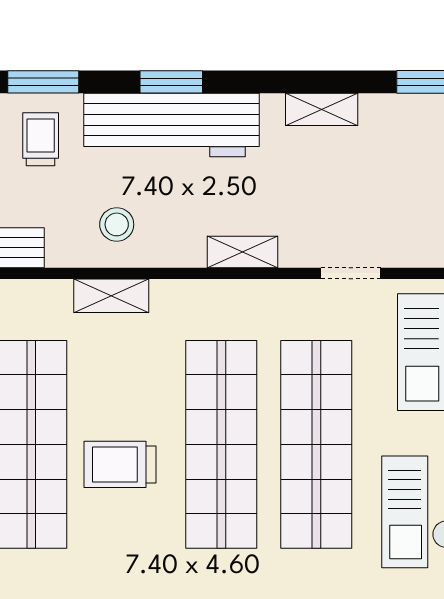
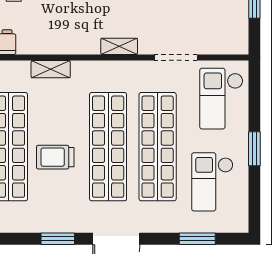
stool: (117, 224) -> (54, 32), removed
doorway: (351, 273) -> (176, 57), width x1.38

